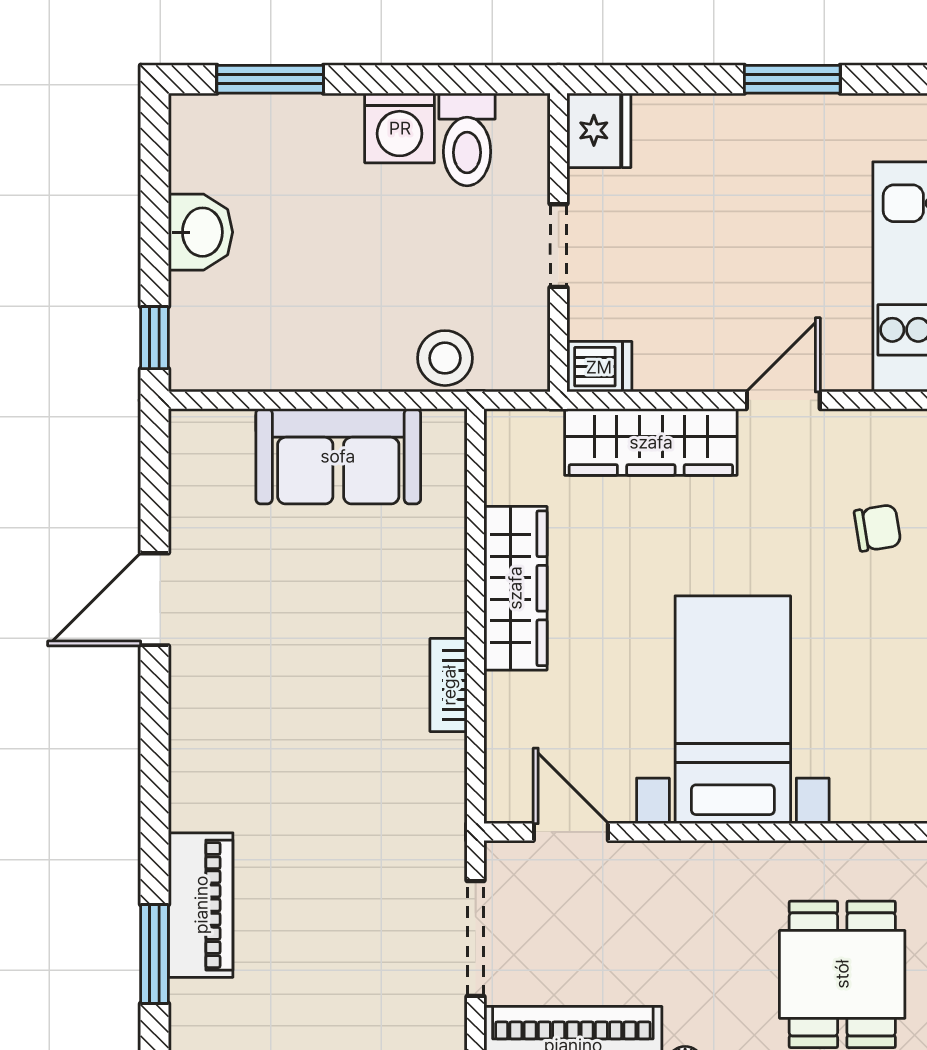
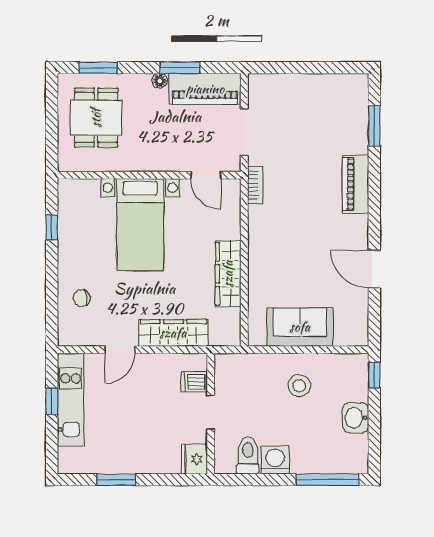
window: (270, 79) -> (327, 480), width x1.44
stool: (445, 358) -> (299, 386), moved
dishwasher: (599, 367) -> (194, 382), moved
door: (155, 599) -> (374, 269), swing flipped
bookcase: (449, 685) -> (255, 185), moved
piano: (201, 905) -> (356, 184), moved

